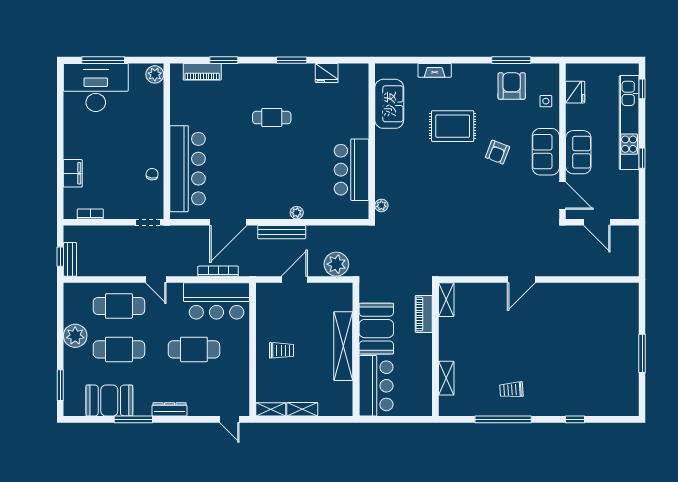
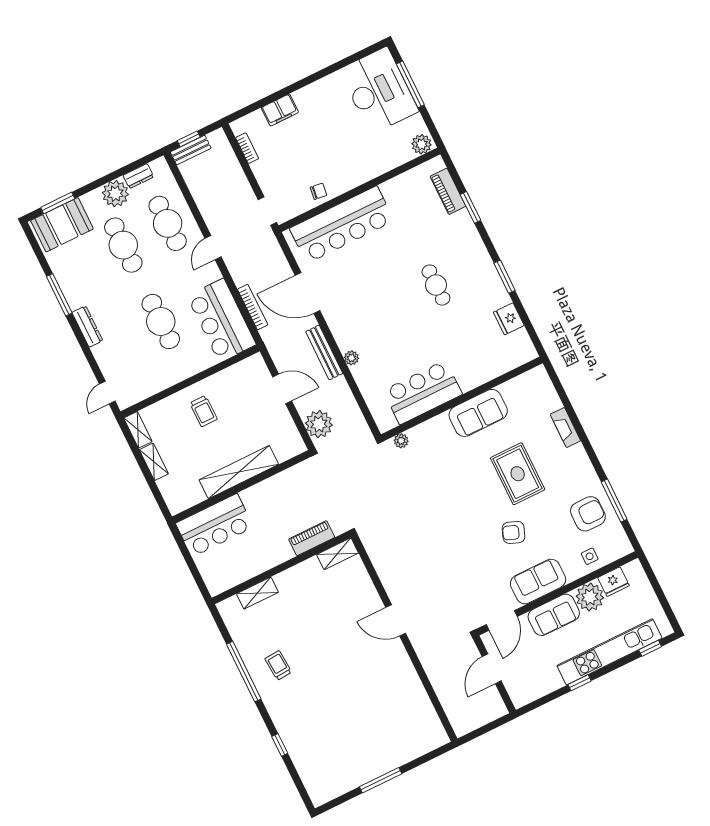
sofa: (389, 104) -> (478, 413), moved
plant: (578, 117) -> (590, 597), added
dresser: (70, 311) -> (138, 176), added
booth: (376, 329) -> (273, 497), removed
booth: (109, 401) -> (62, 225), moved, turned 90

